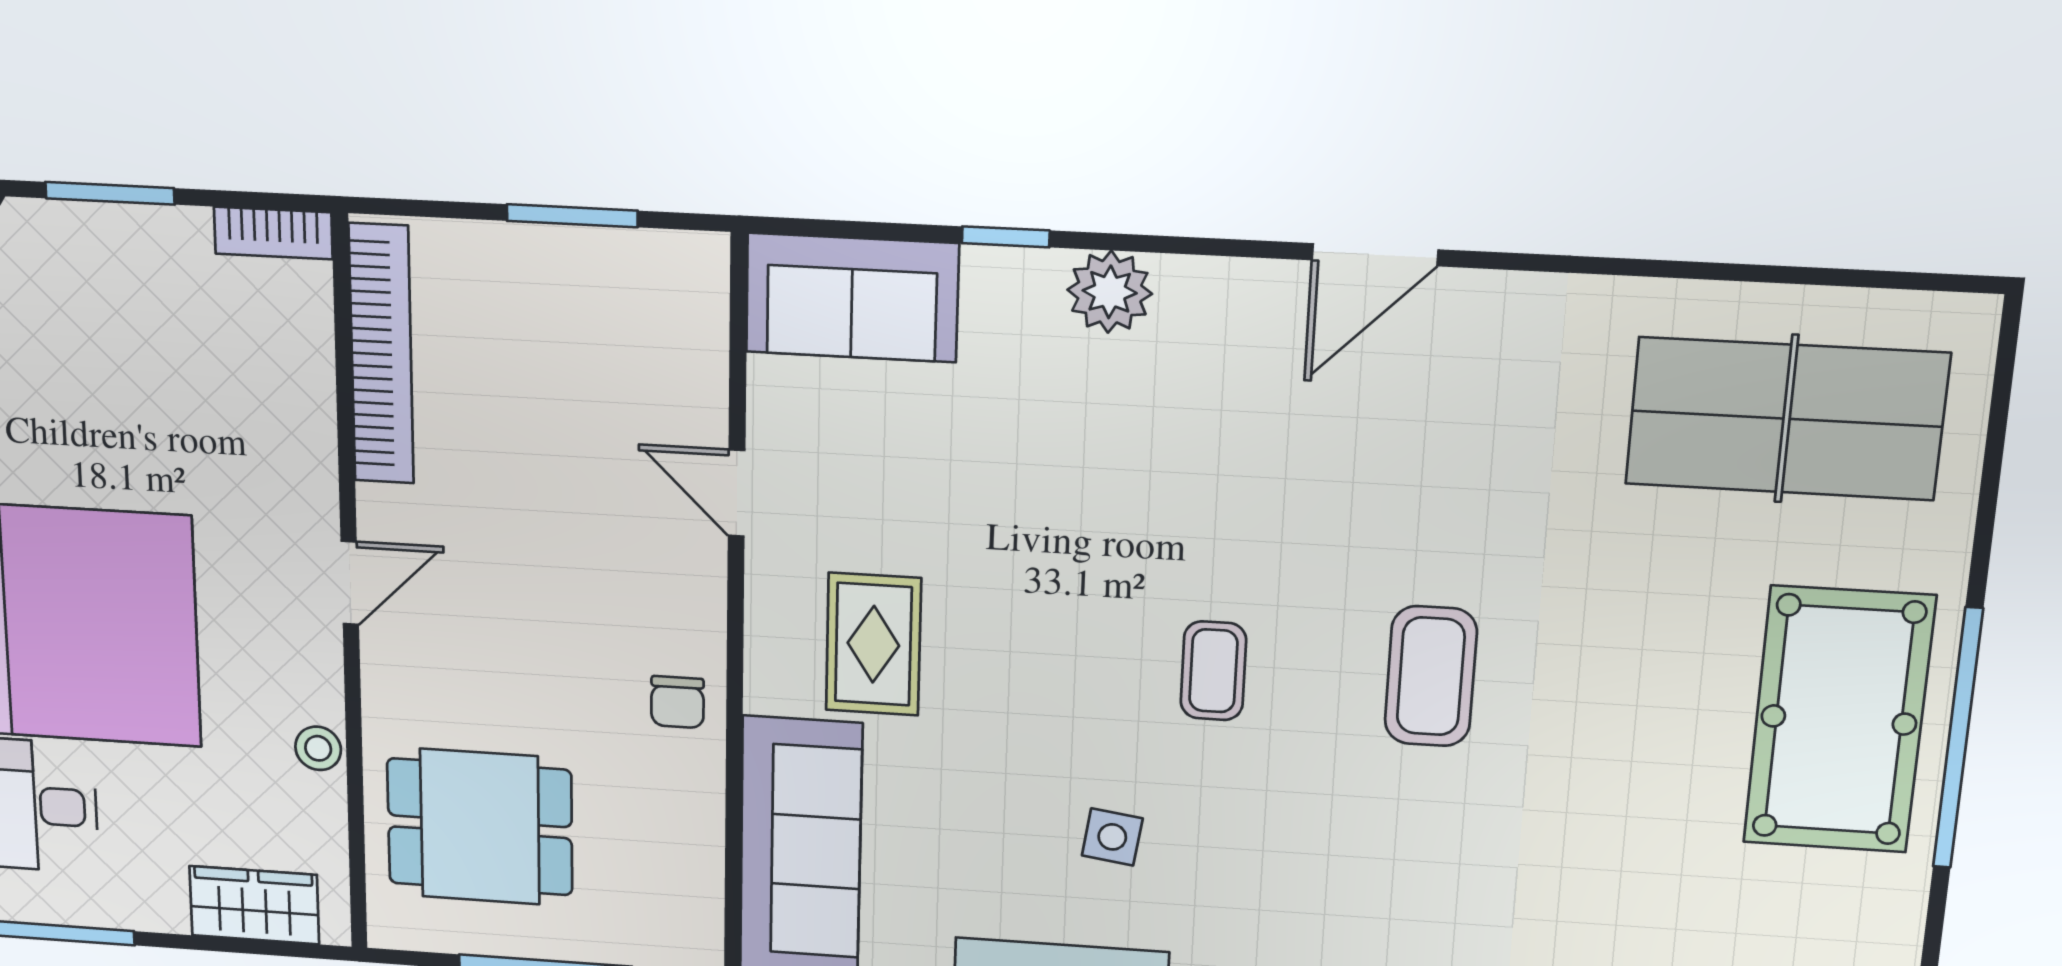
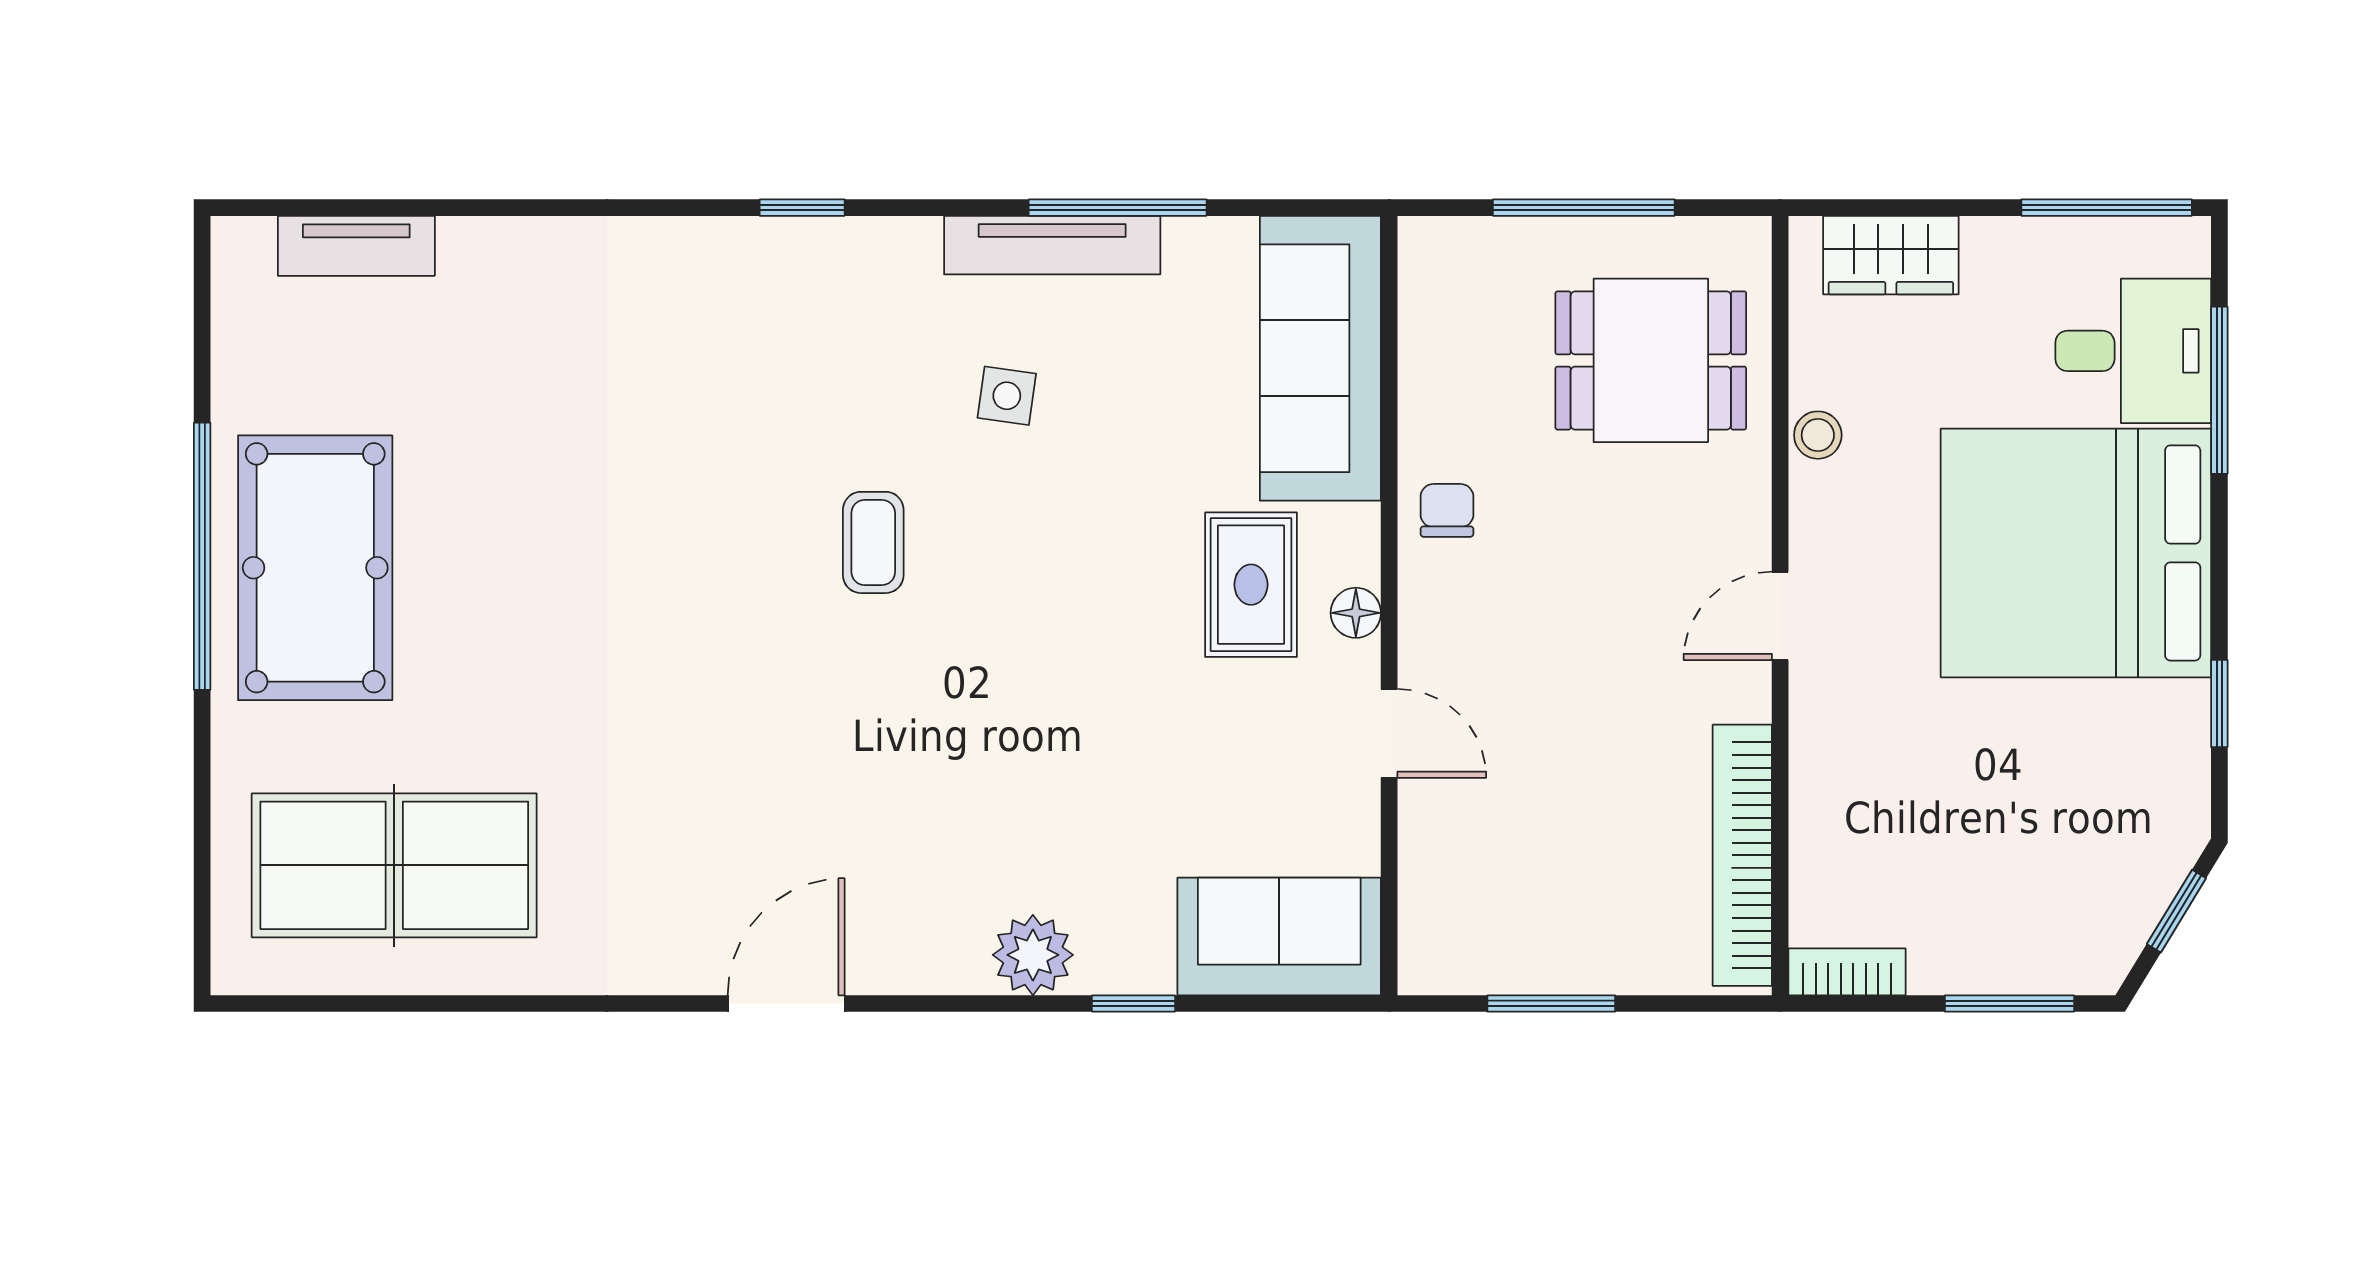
floor lamp: (769, 611) -> (1356, 613), added
coffee table: (1213, 671) -> (873, 542), moved
coffee table: (1431, 676) -> (705, 587), removed

